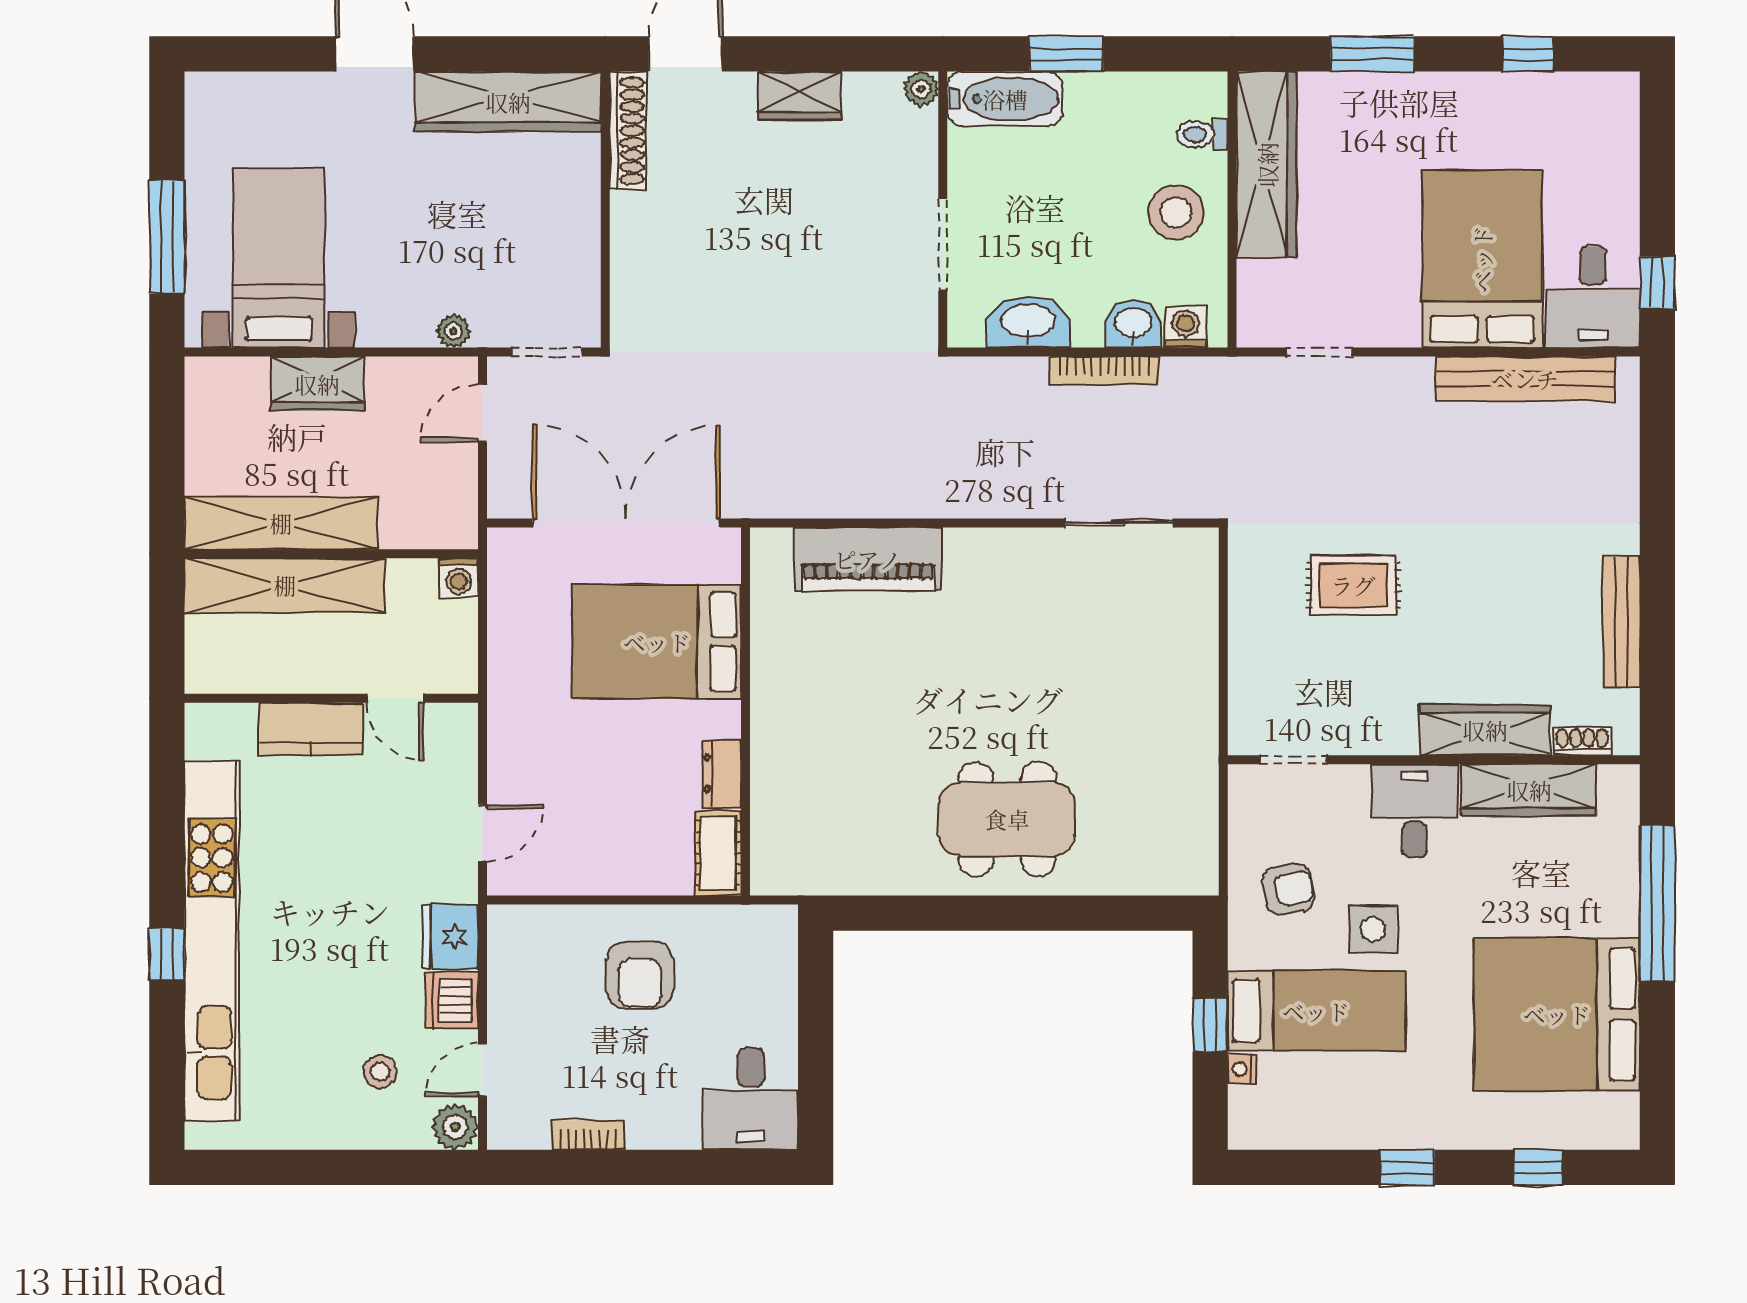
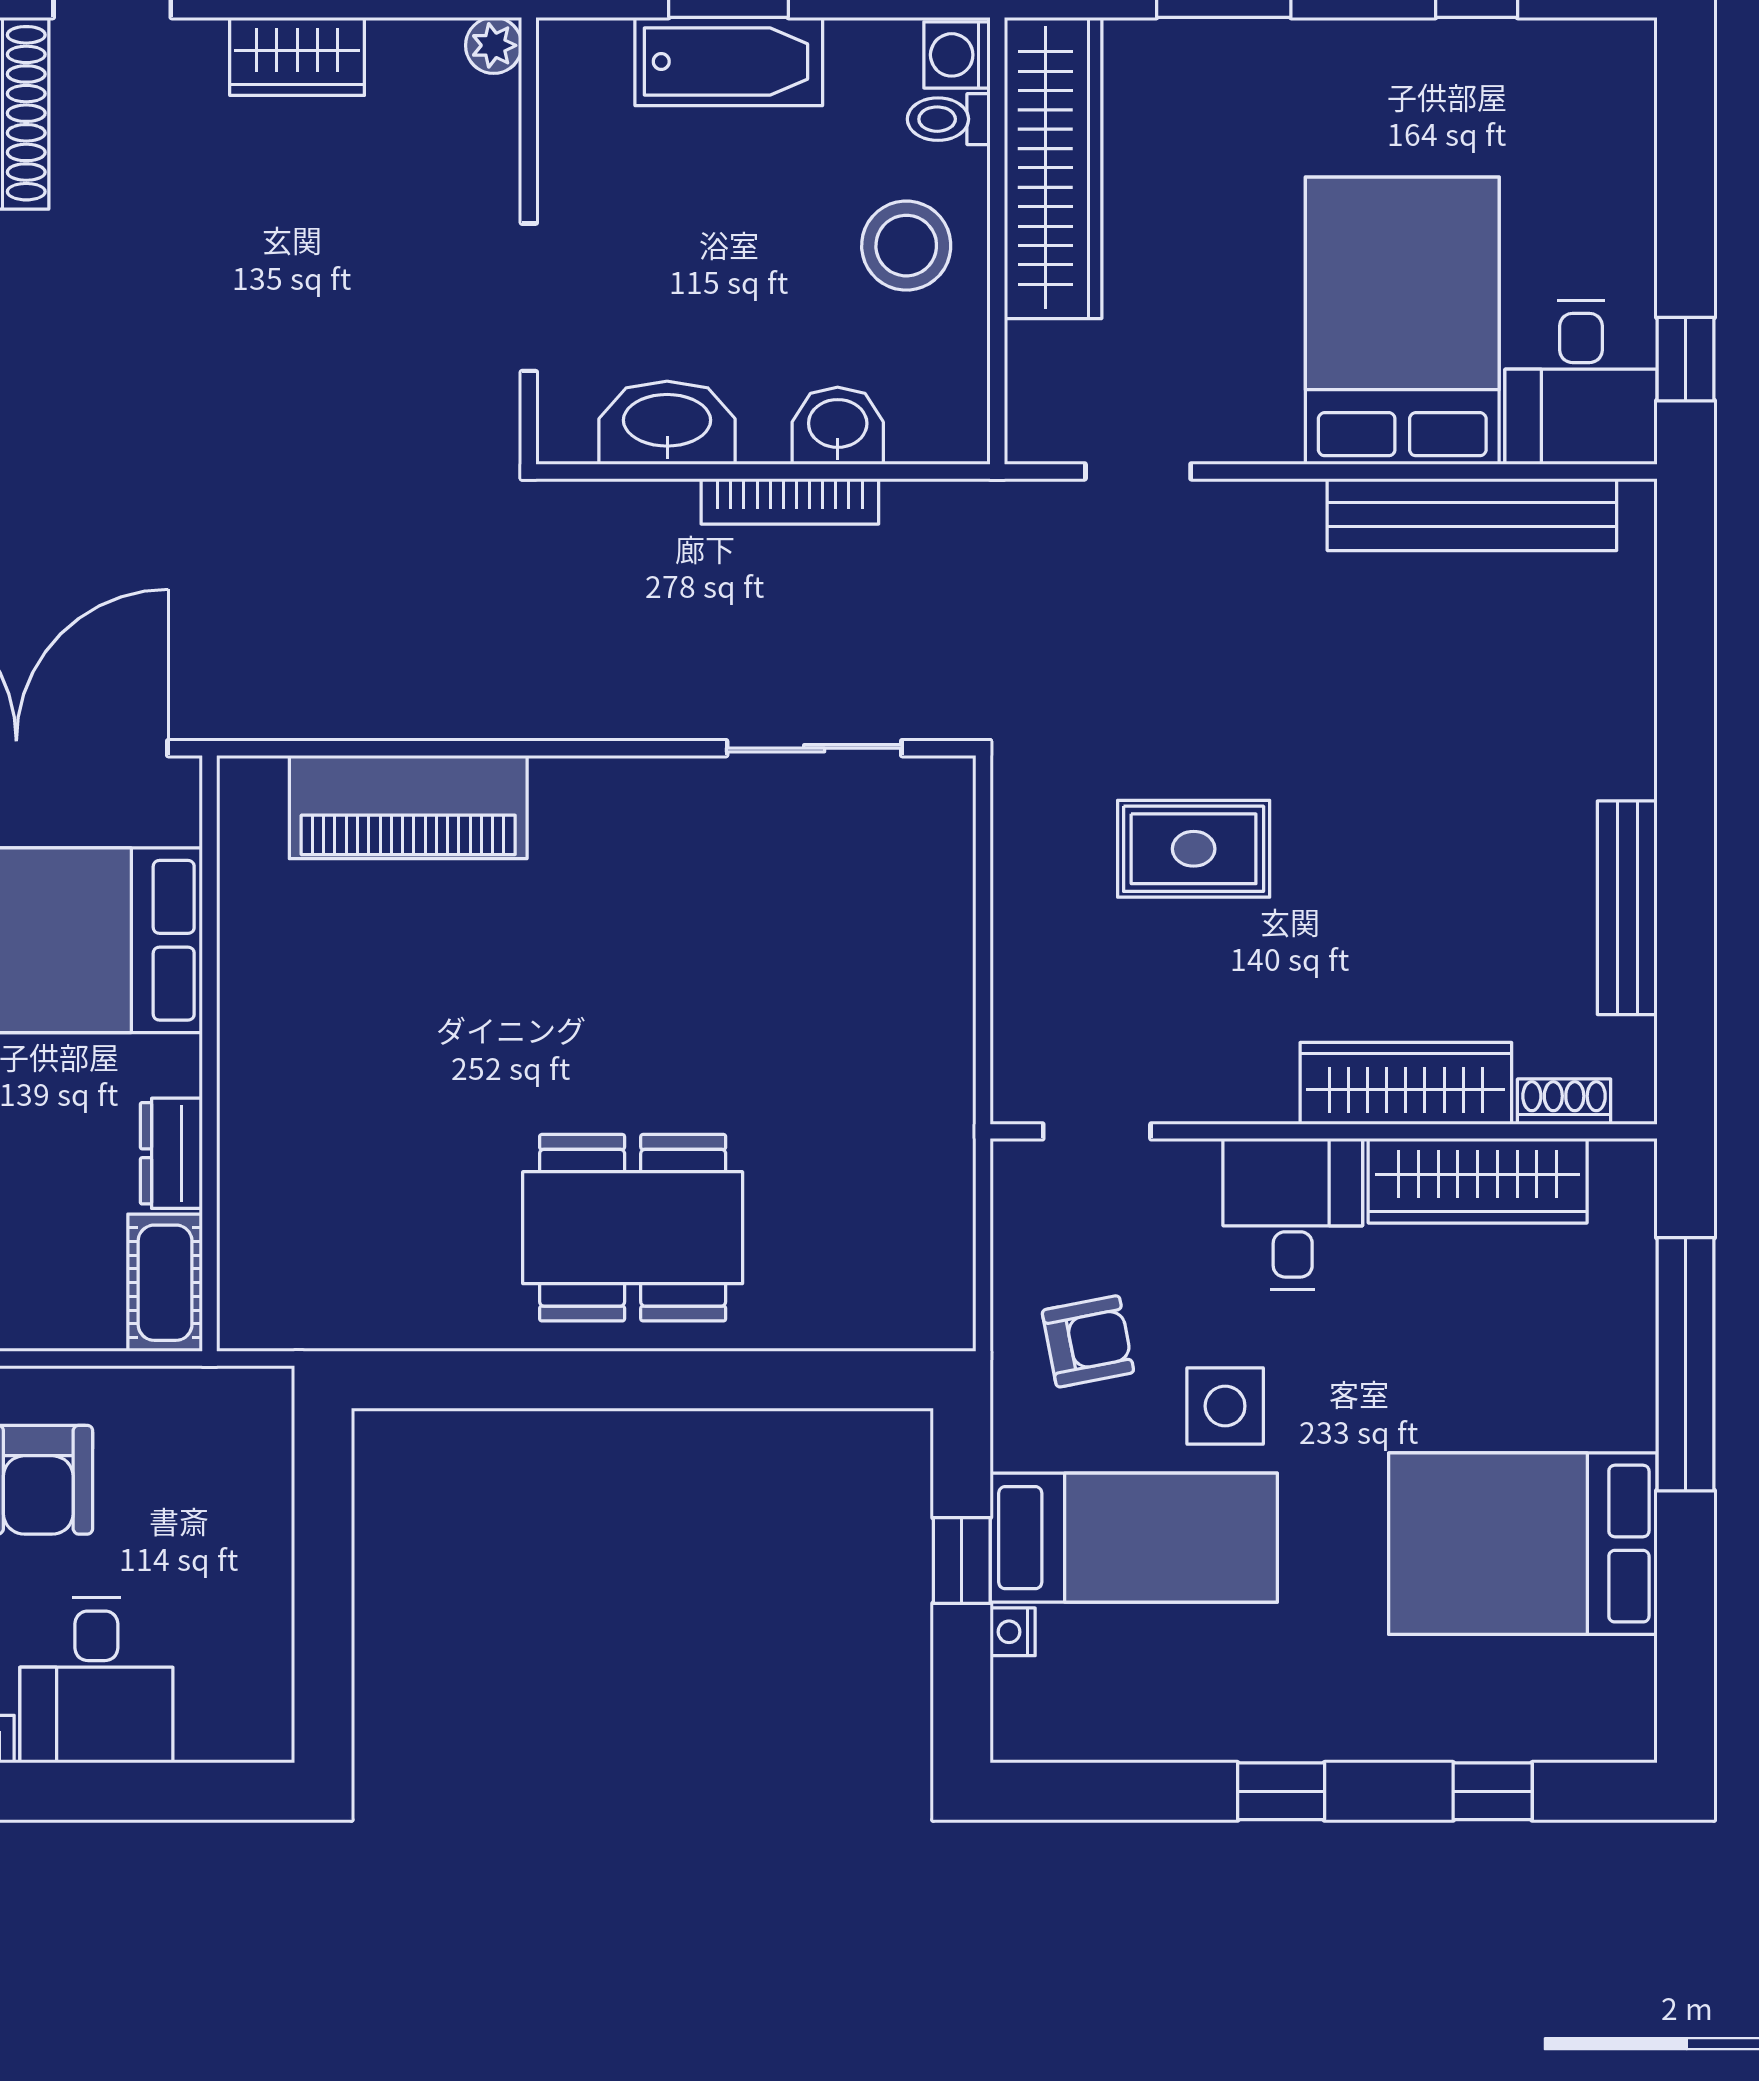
bathtub: (1005, 99) -> (729, 62), moved
washing machine: (1186, 327) -> (957, 55), moved, turned -90
bed: (1557, 1014) -> (1523, 1544), width x0.73
desk: (751, 1099) -> (96, 1680), moved

